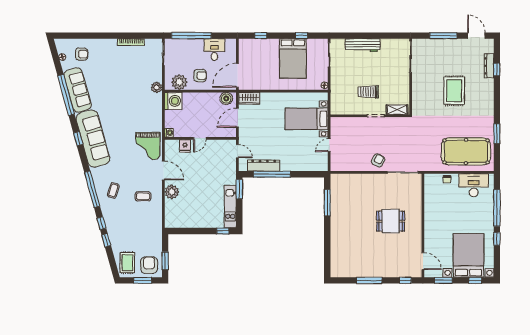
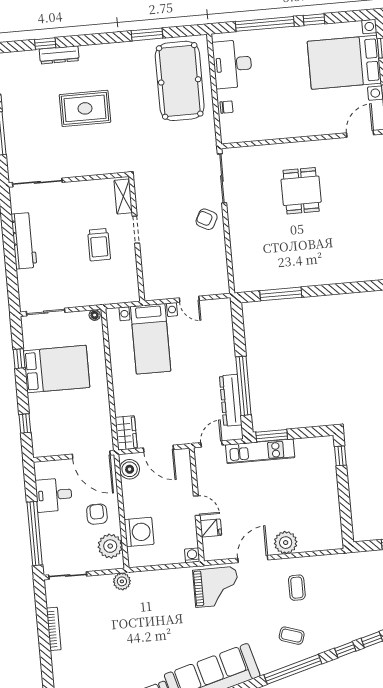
workbench: (363, 45) -> (24, 241), moved
dresser: (489, 66) -> (59, 55), moved
washing machine: (173, 101) -> (139, 532), moved, turned 90
kitchen unit: (230, 207) -> (260, 451), moved

